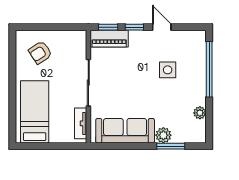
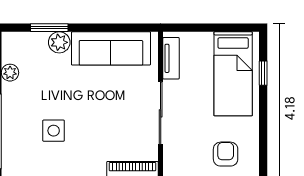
armchair: (40, 52) -> (226, 154), turned -57
window: (12, 112) -> (263, 73), added

